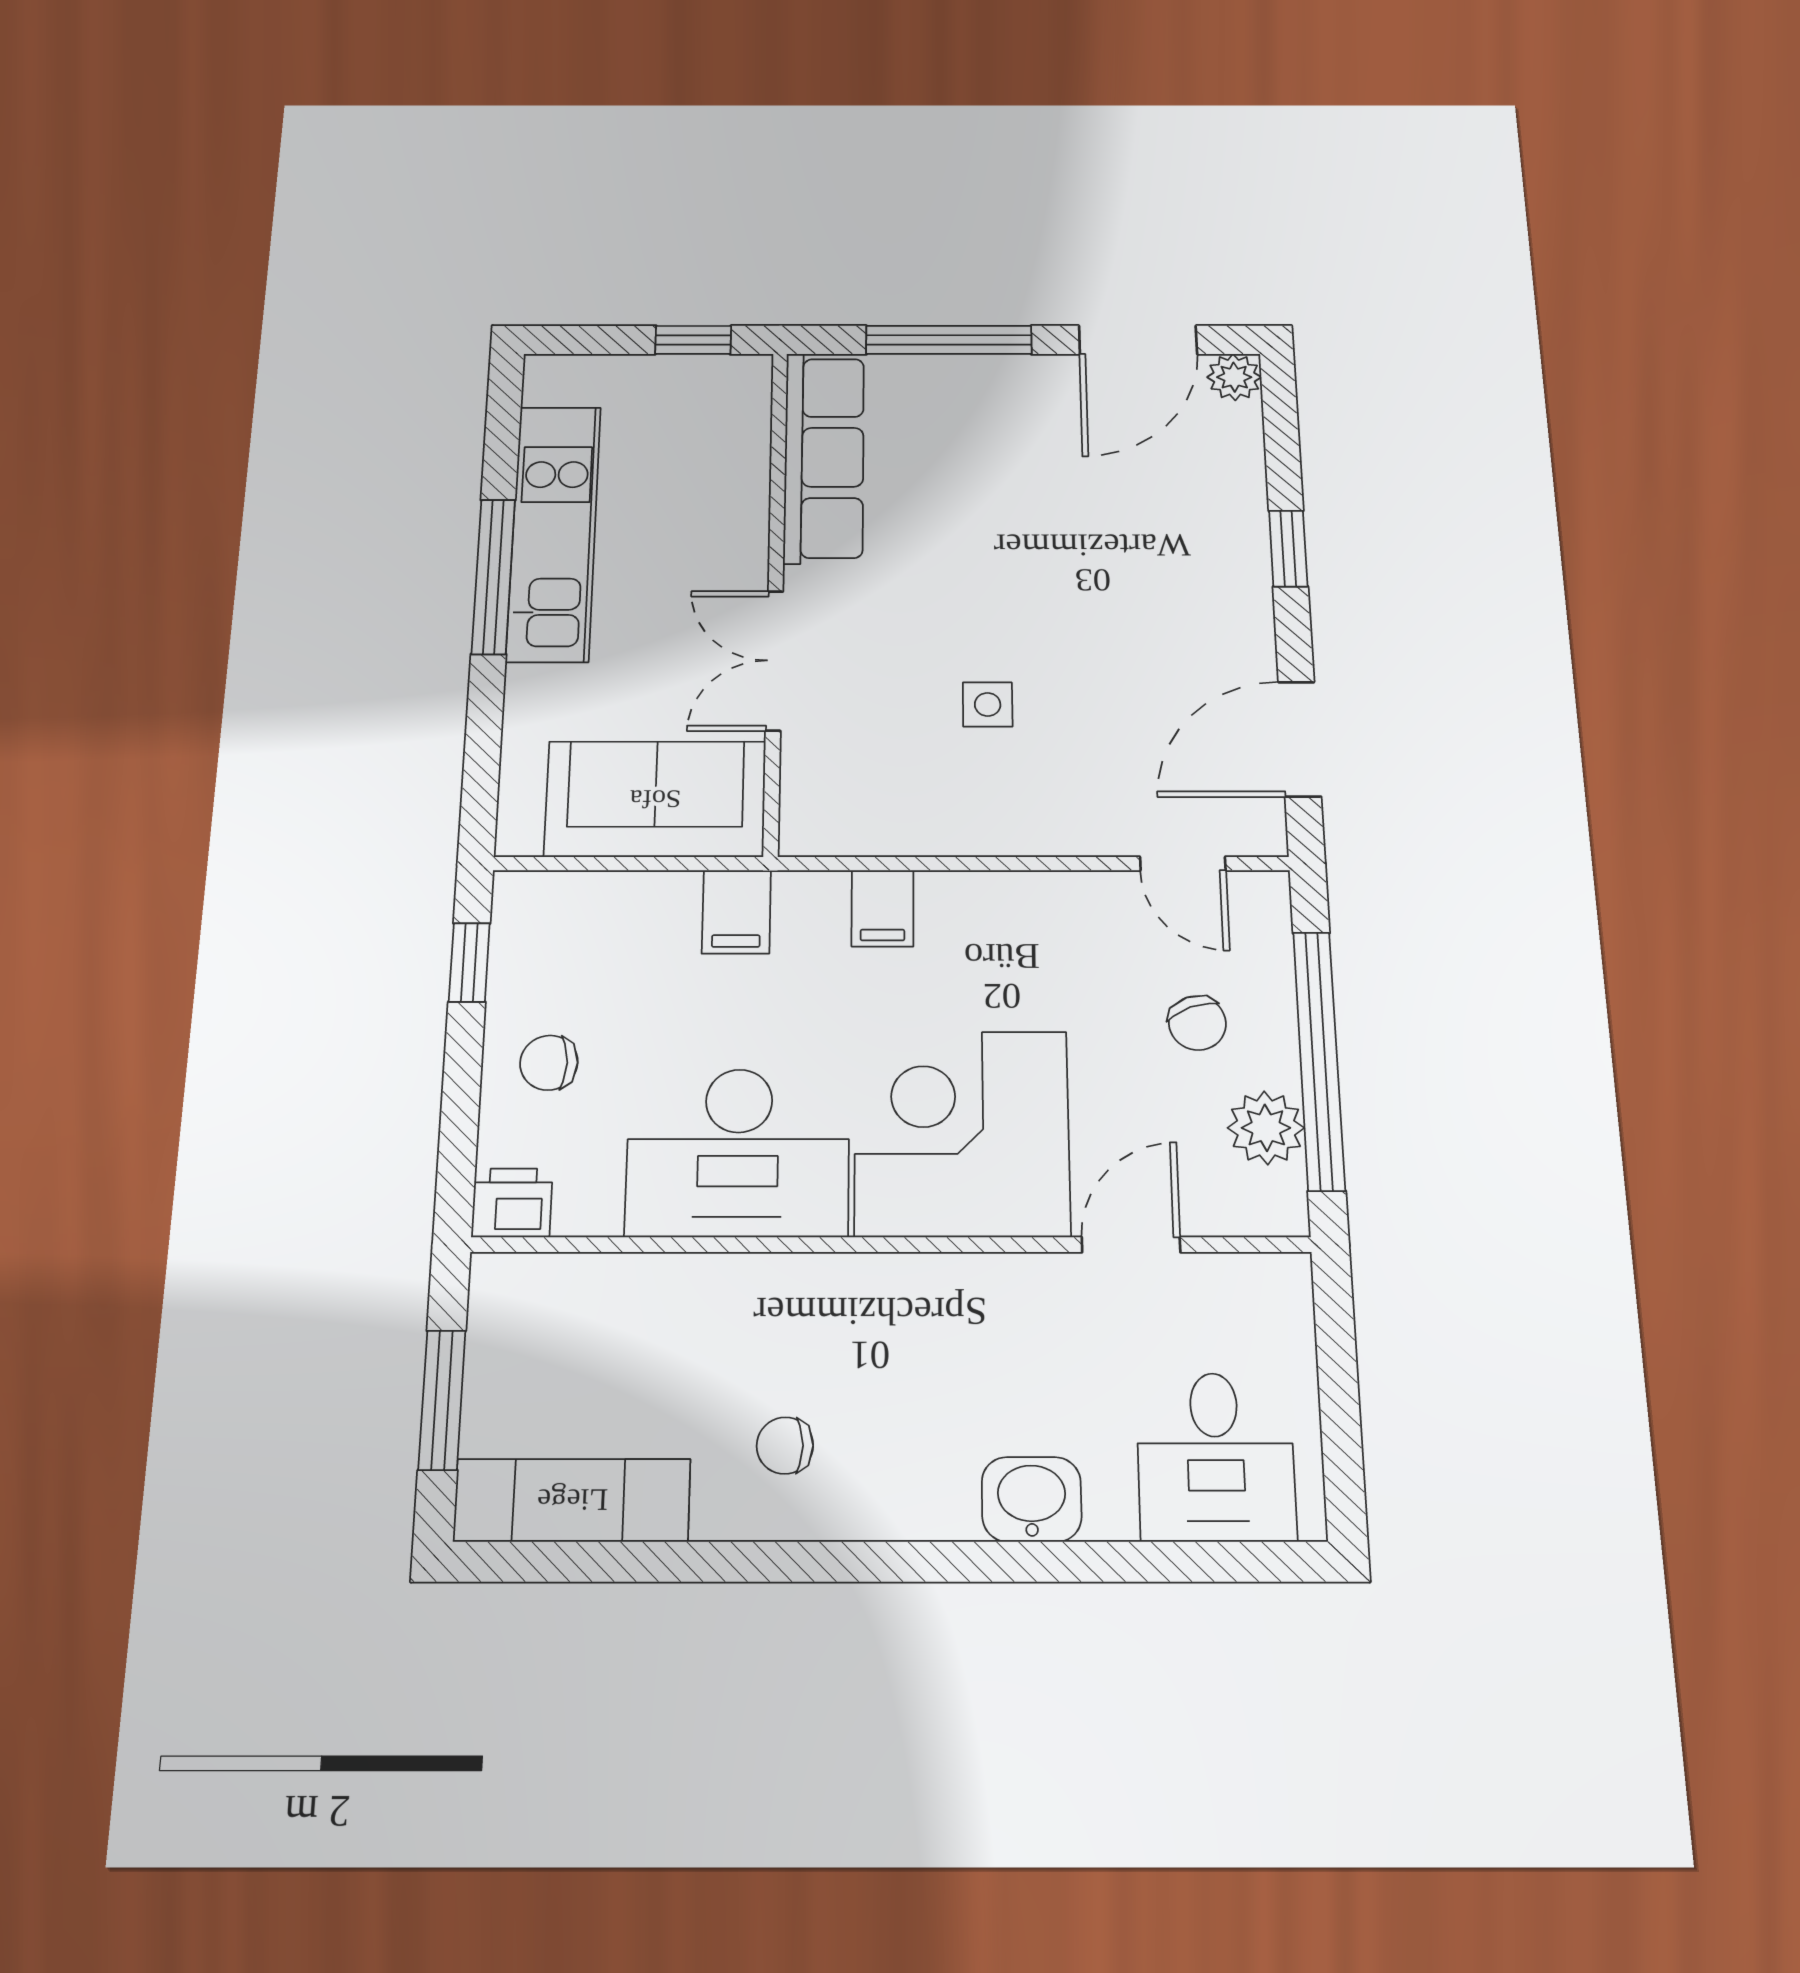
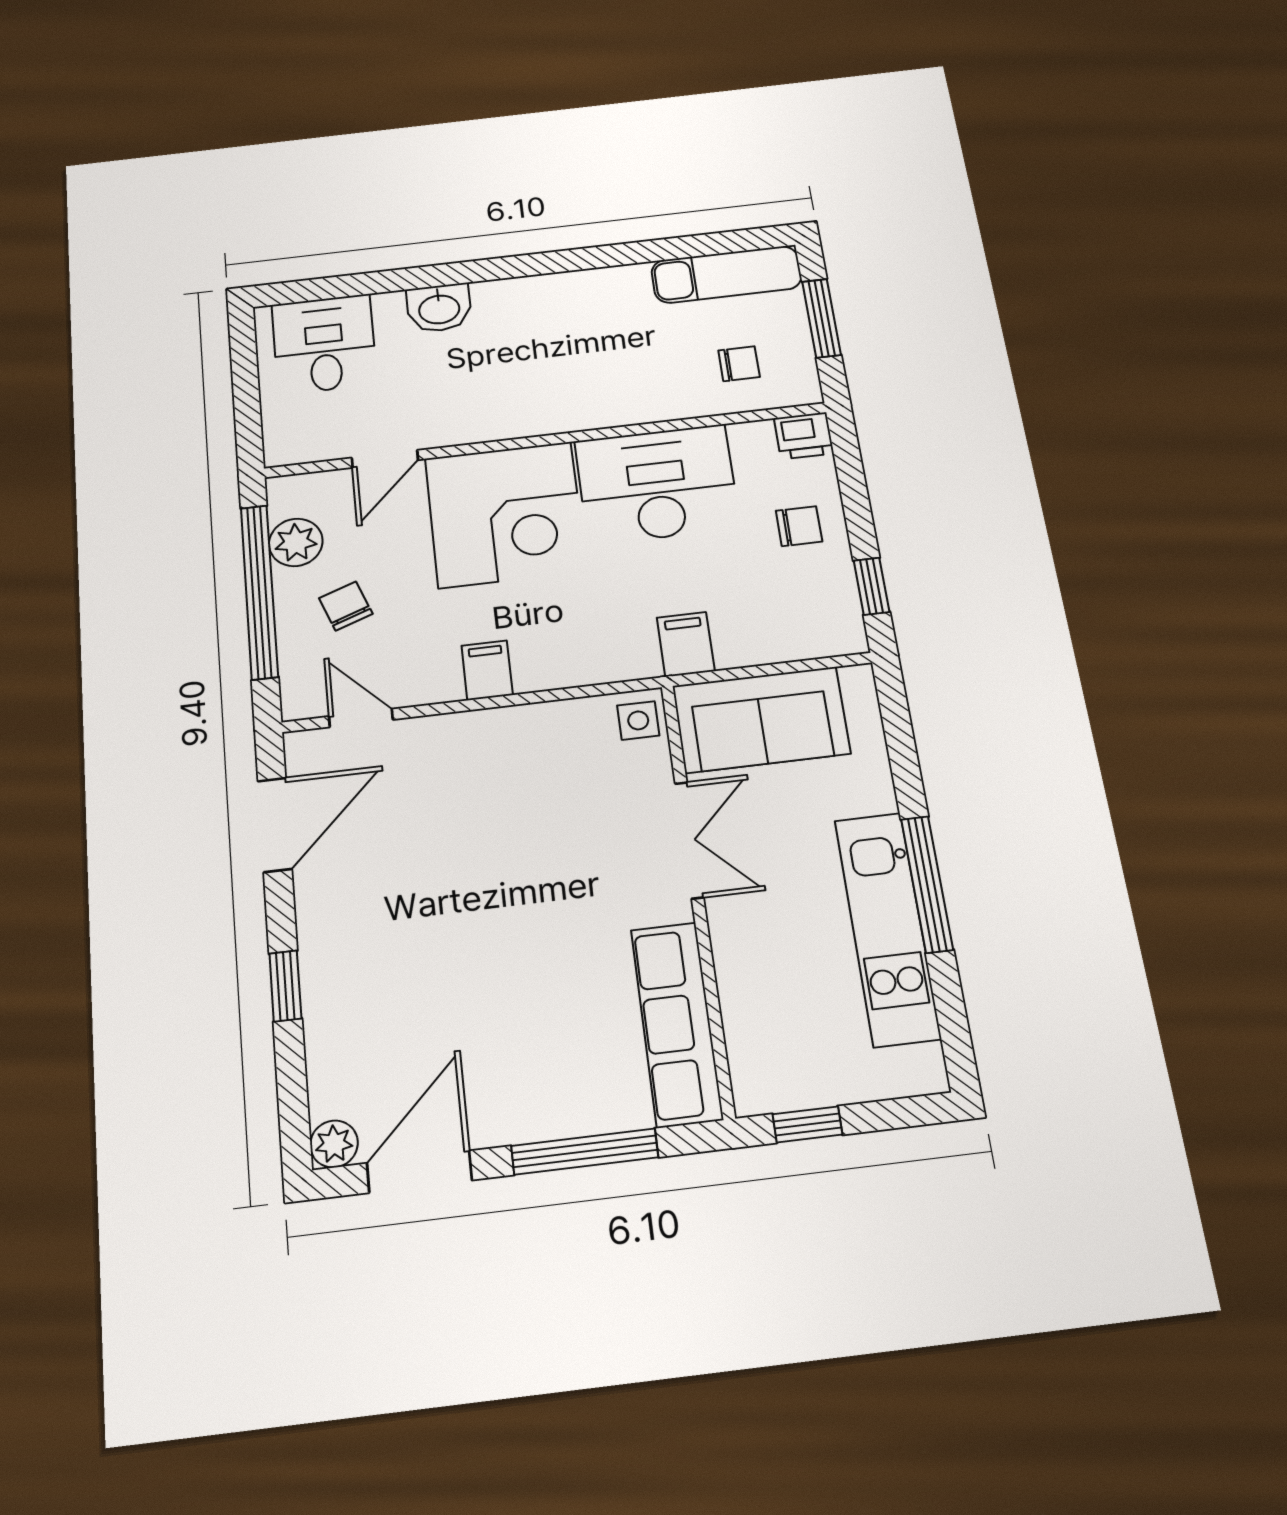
side table: (988, 704) -> (638, 720), moved
filing cabinet: (883, 908) -> (487, 670), moved
chair: (785, 1446) -> (739, 364), moved

